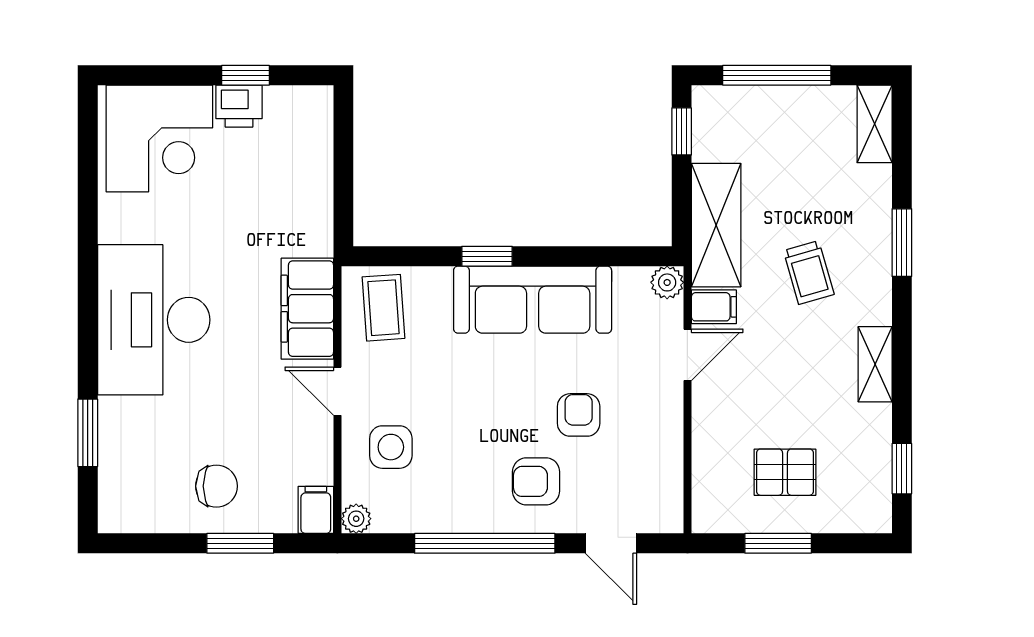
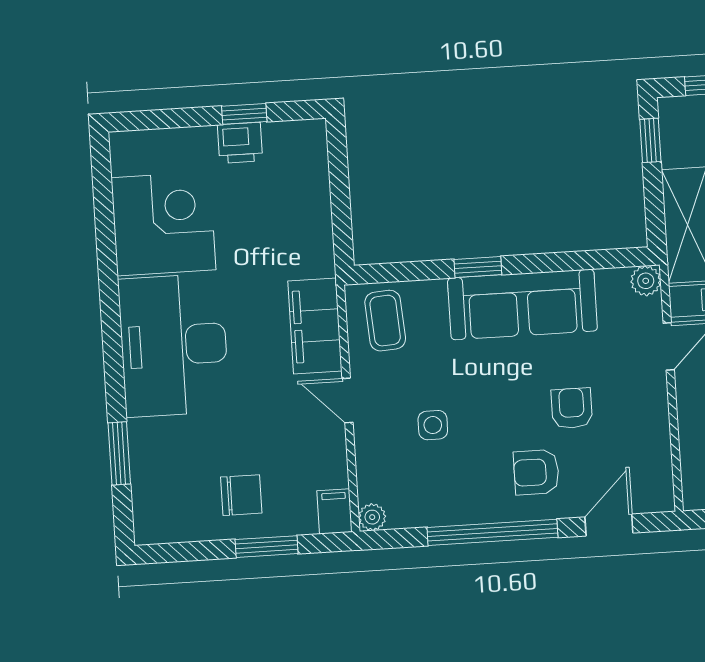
corner desk: (159, 138) -> (163, 224), moved, turned -90
side table: (391, 447) -> (433, 425), moved, width x0.73, depth x0.73
door: (611, 543) -> (609, 525), swing flipped

